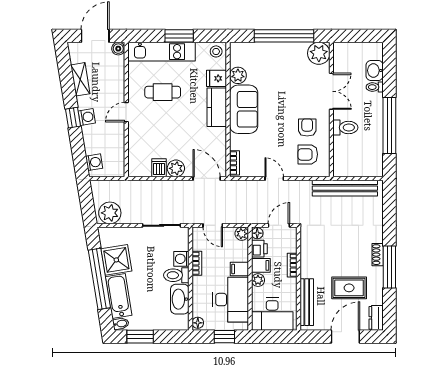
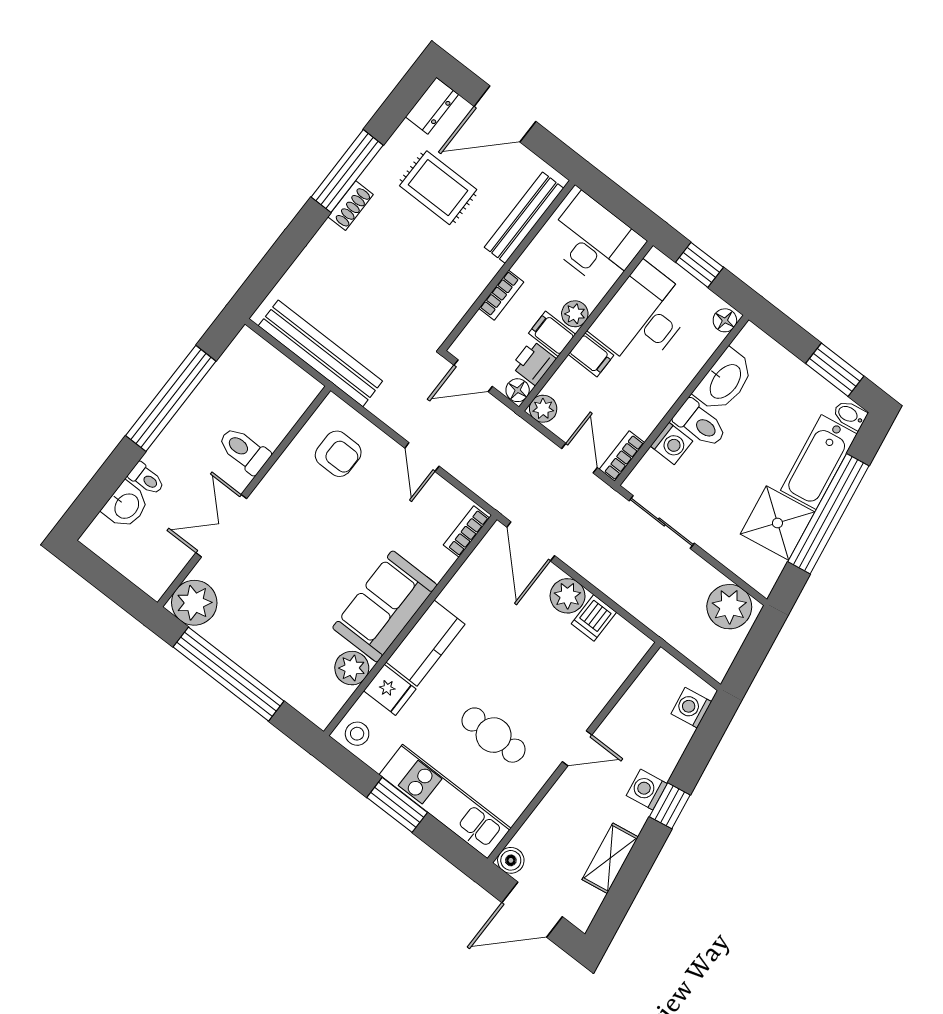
armchair: (307, 127) -> (305, 498), removed
bookcase: (197, 263) -> (622, 456), moved

